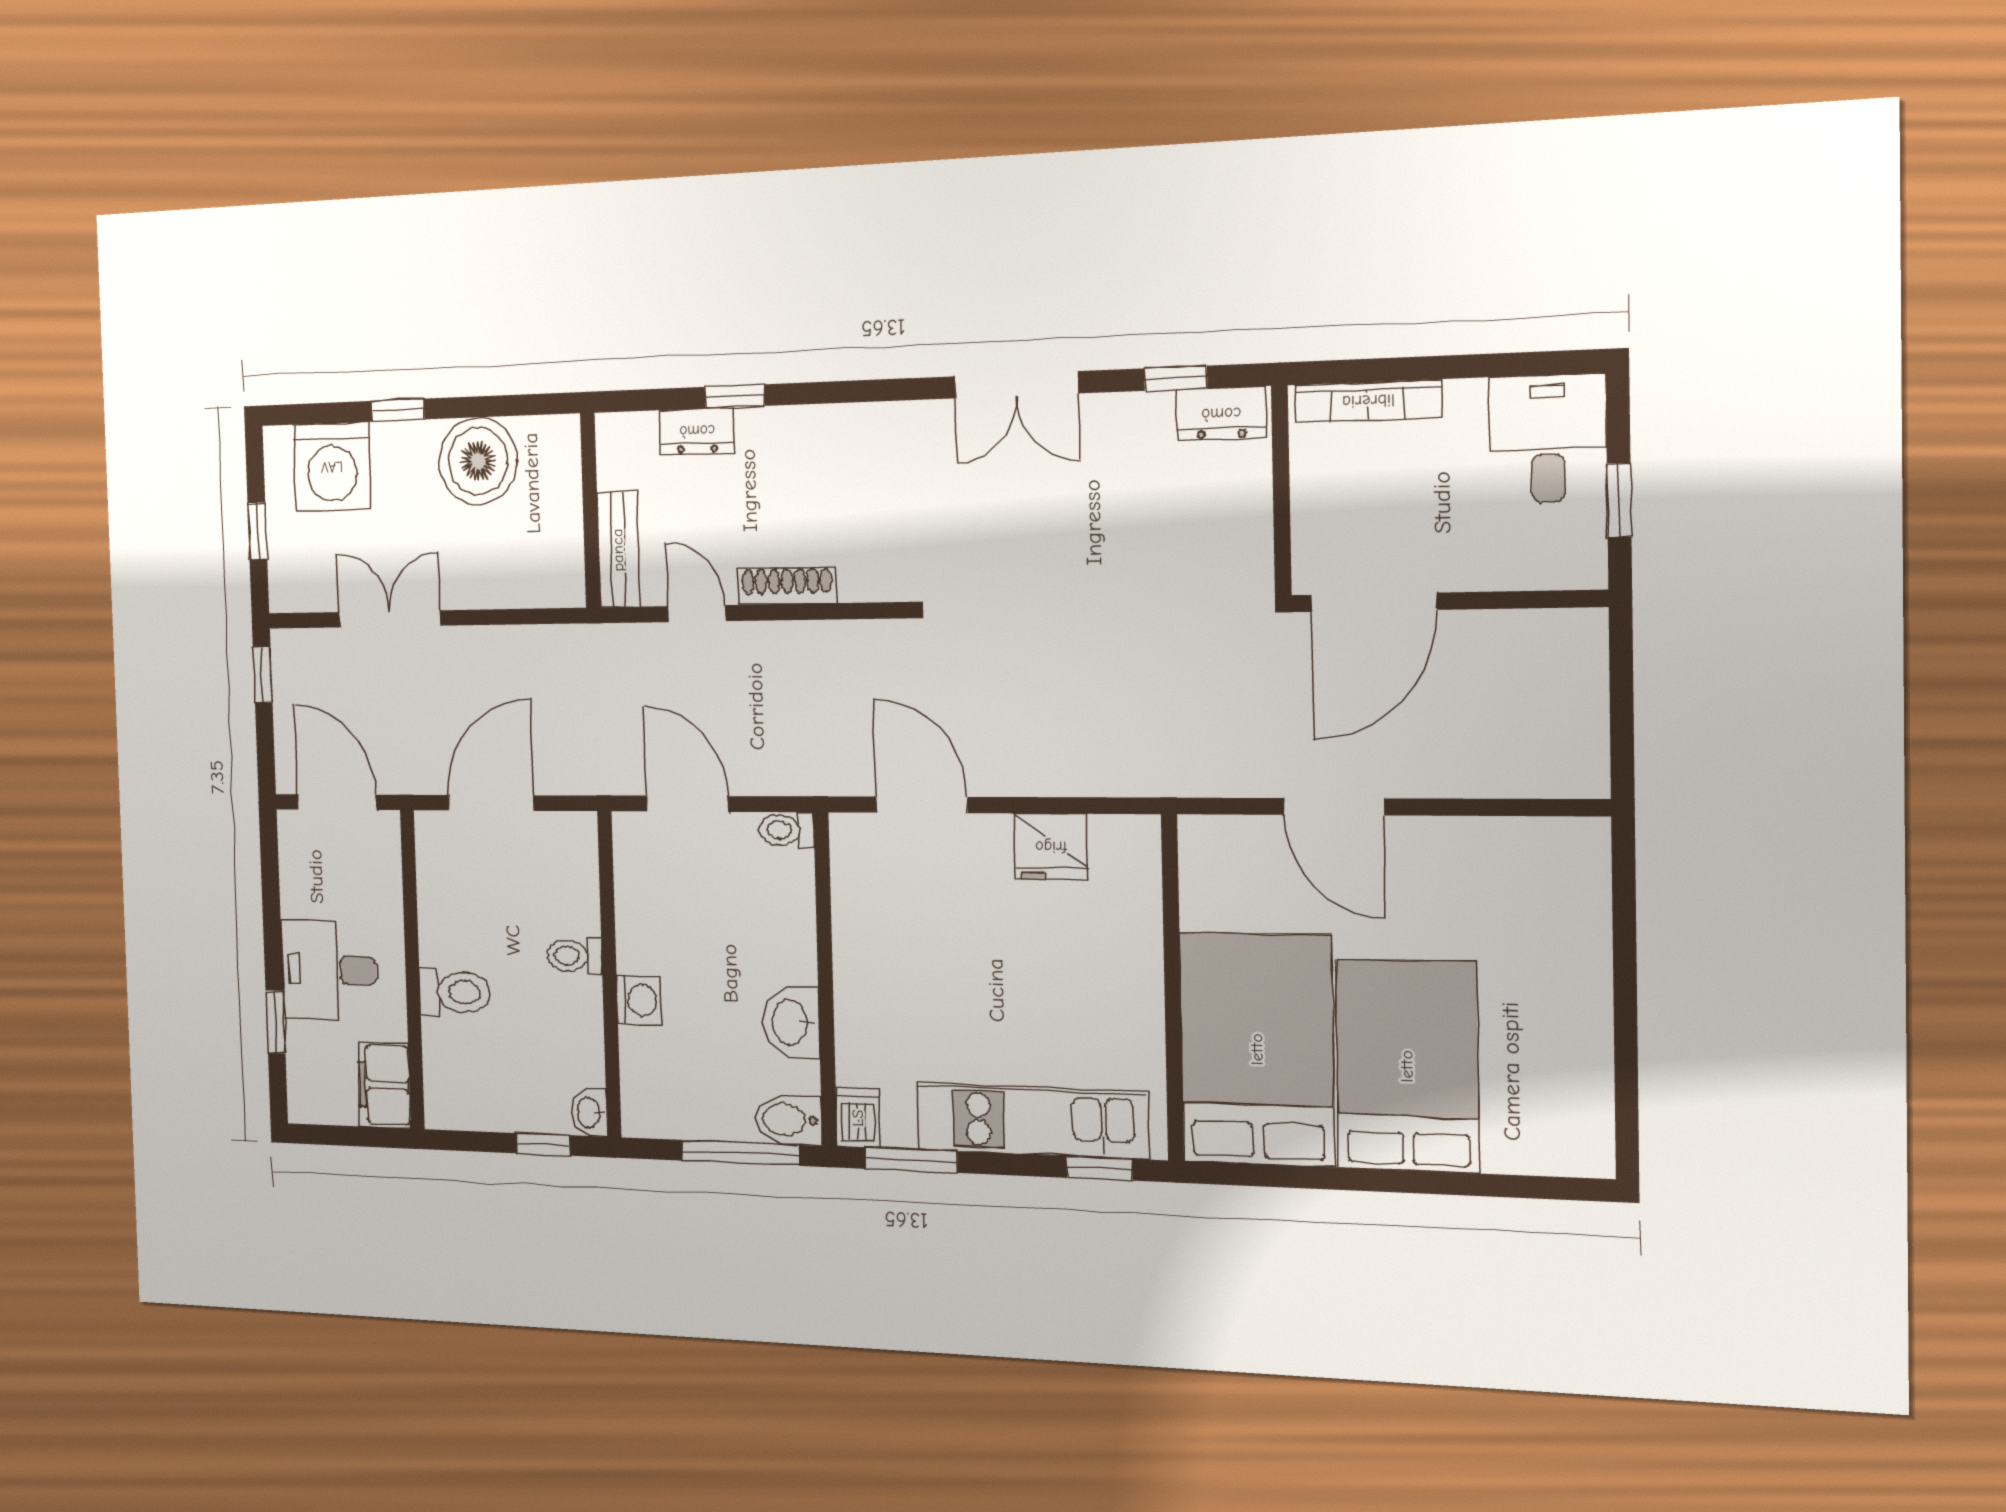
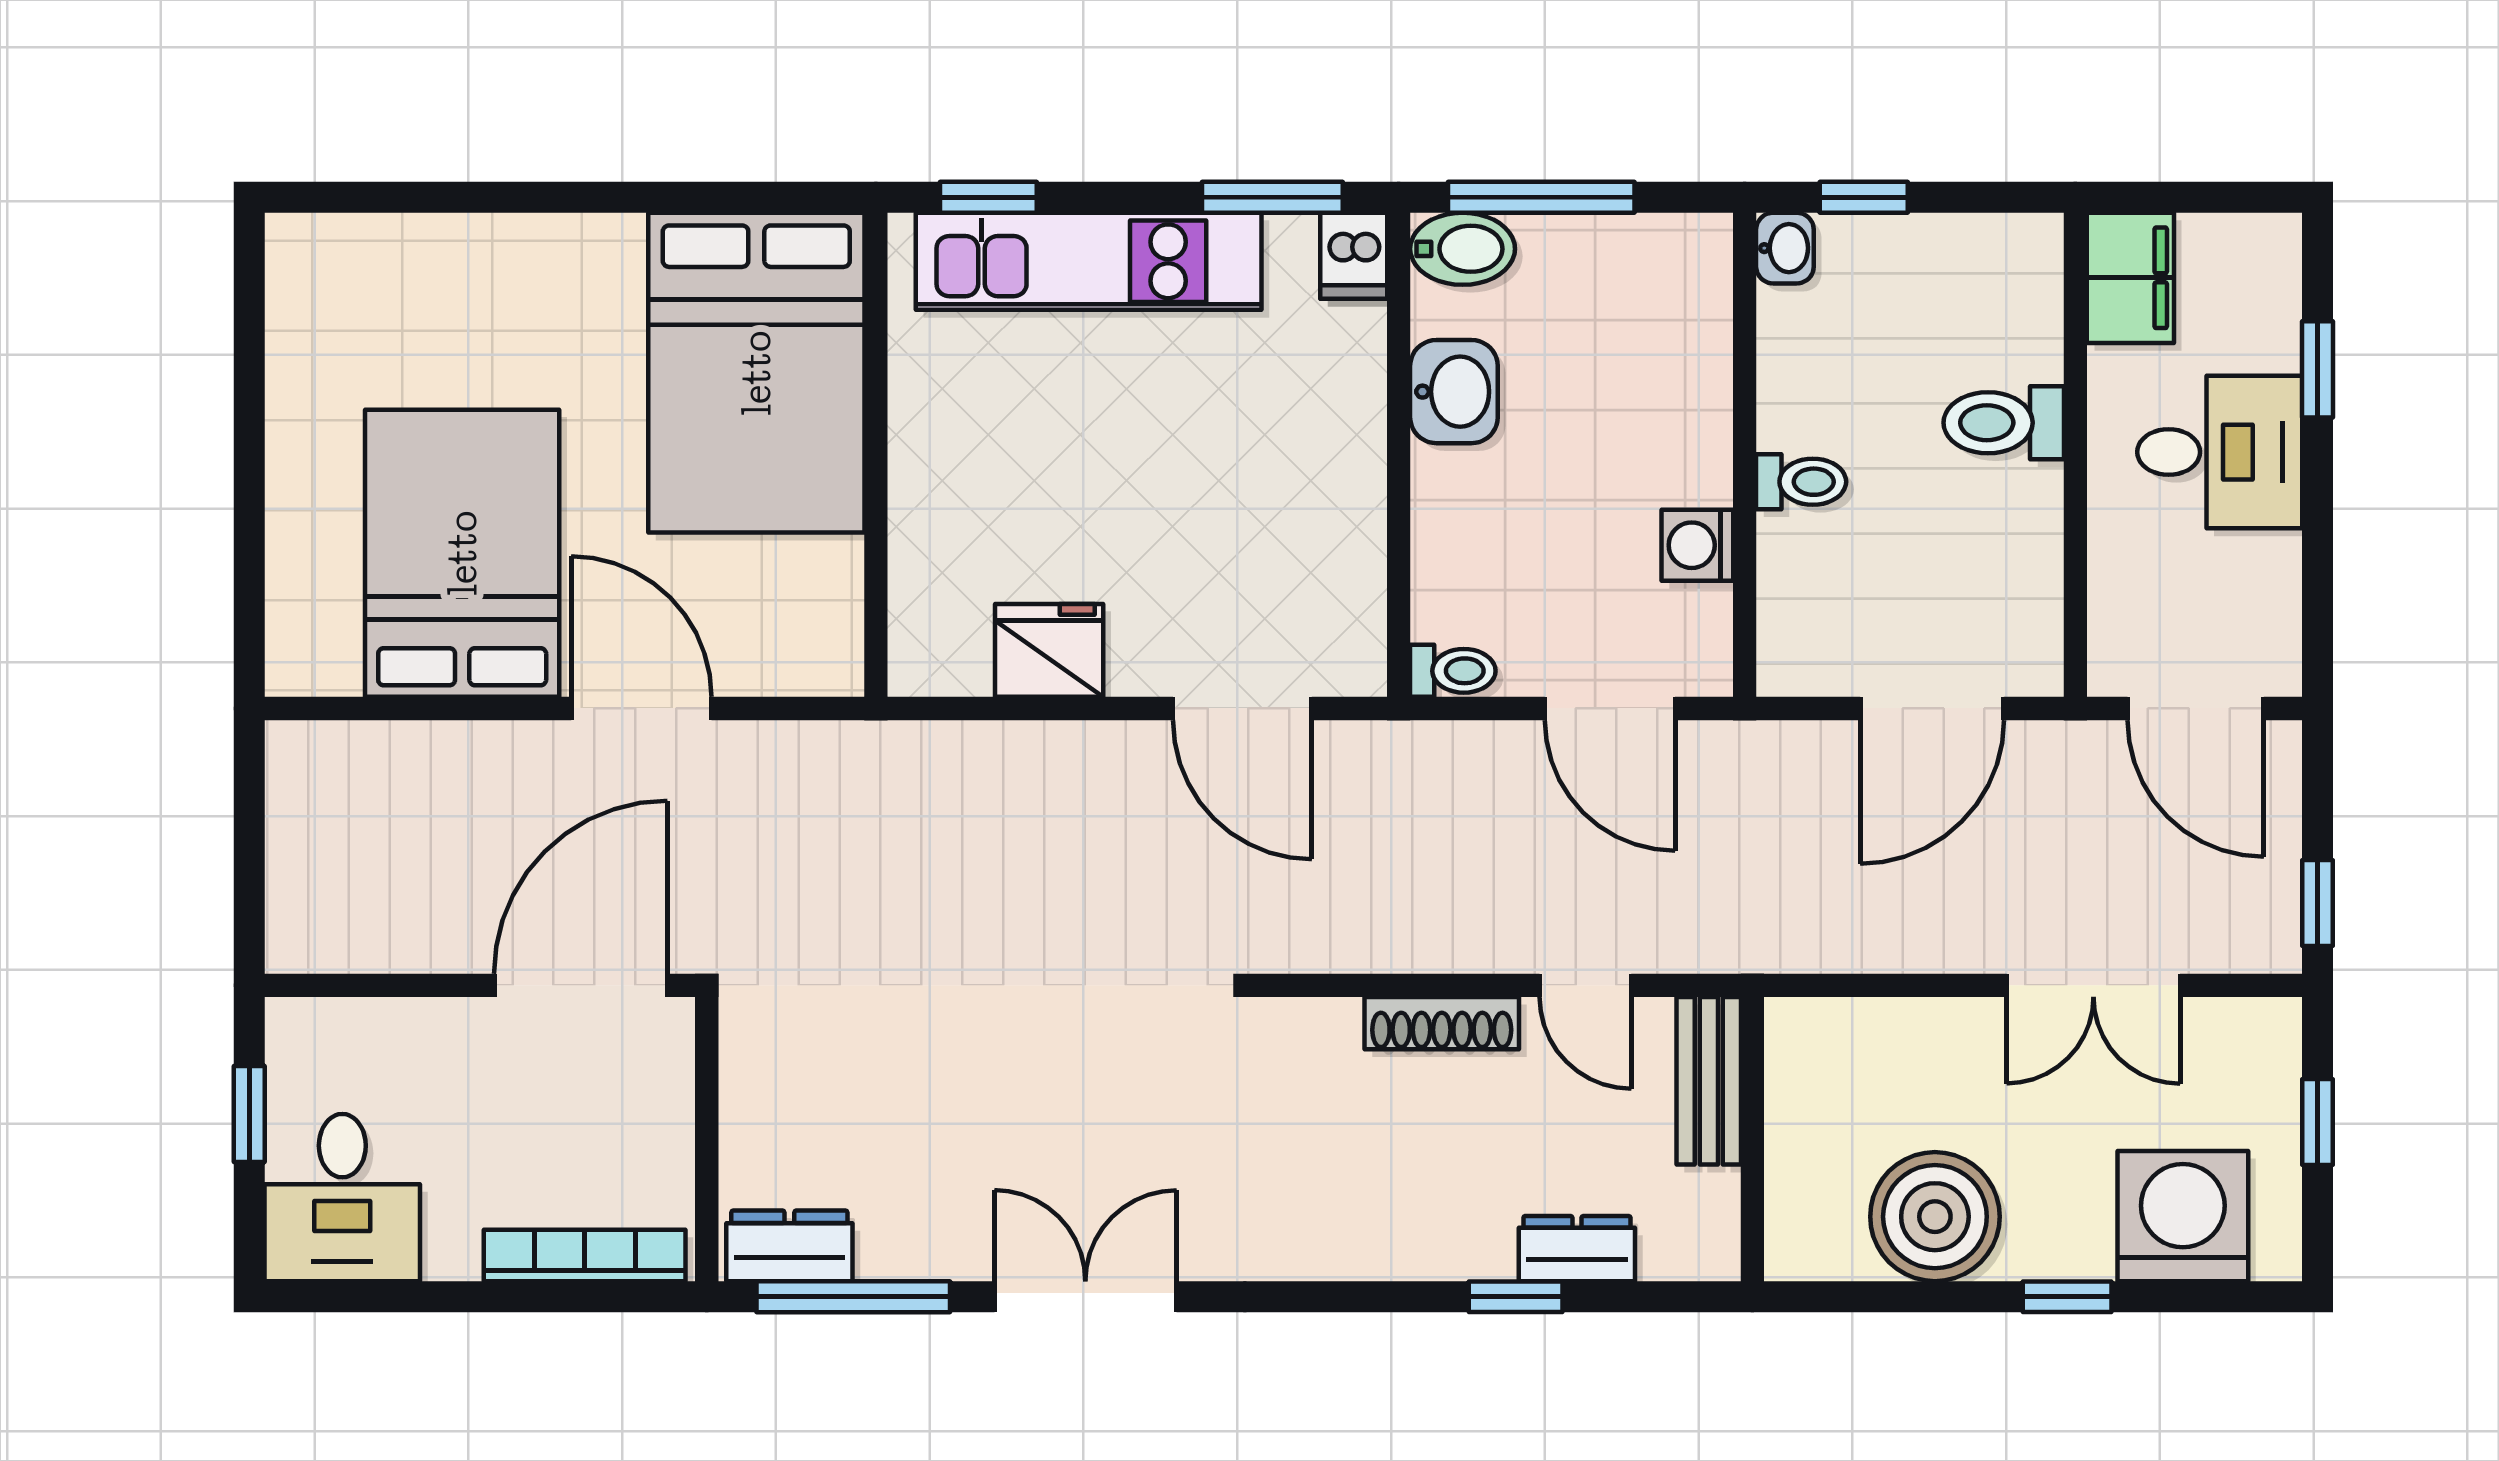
window: (1176, 378) -> (853, 1297), width x2.17
washing machine: (639, 1000) -> (1697, 545), moved
bed: (1407, 1066) -> (462, 553), moved, turned 180

